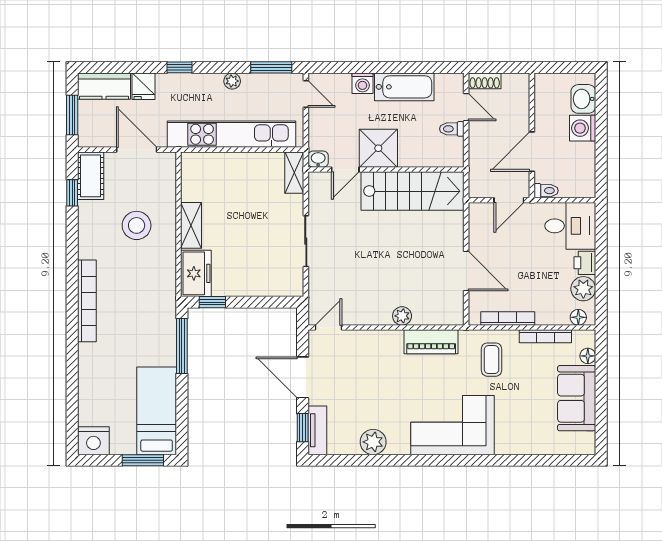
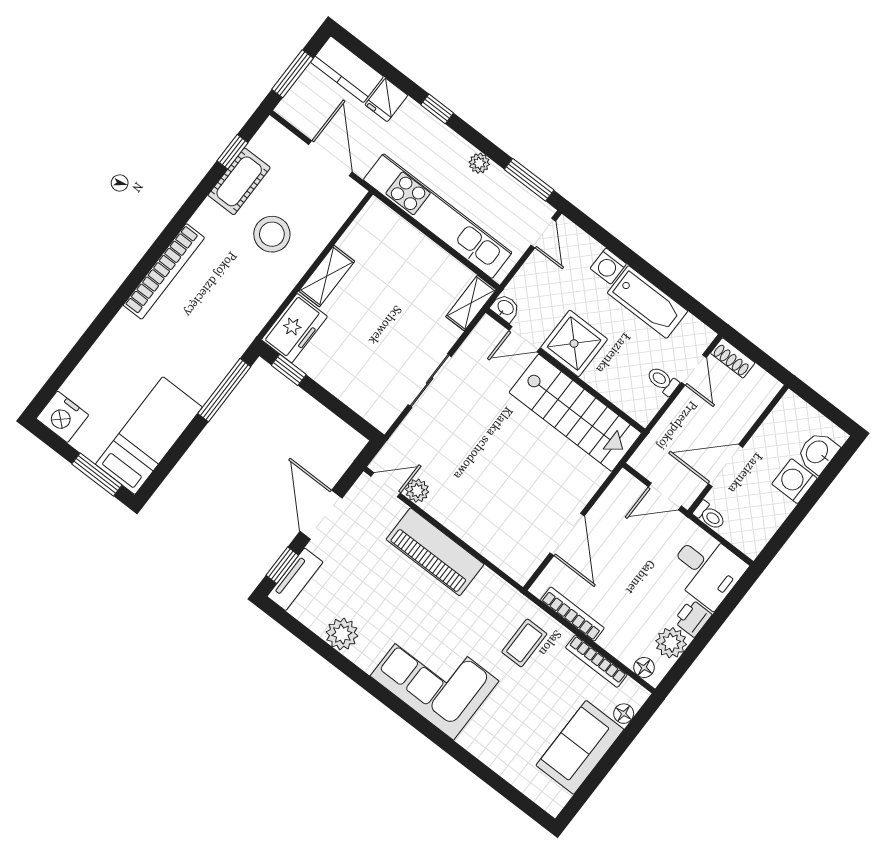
cot: (91, 176) -> (239, 181), moved
plant: (402, 316) -> (417, 491), moved
piano: (431, 342) -> (435, 552), moved, width x1.37, depth x1.33

